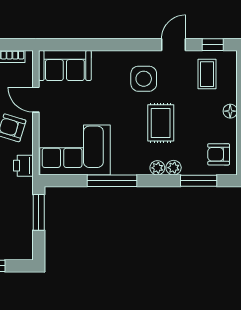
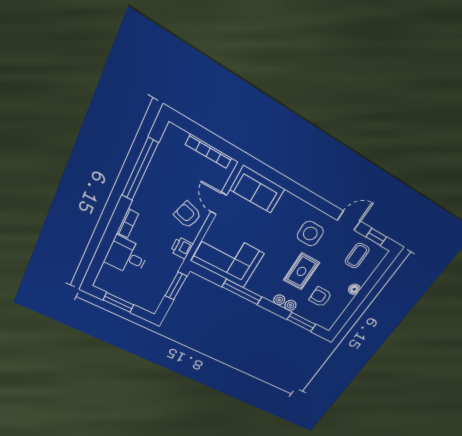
armchair: (219, 154) -> (320, 297), moved

